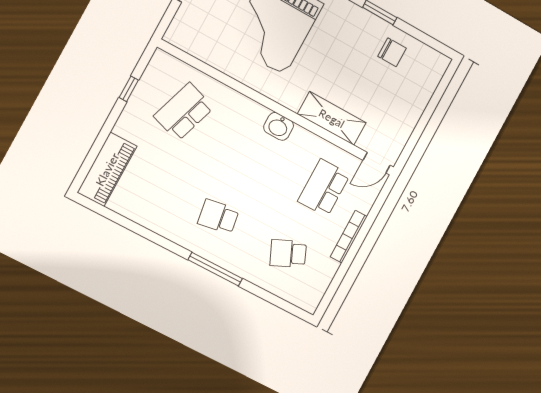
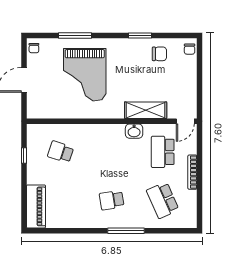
chair: (435, 69) -> (190, 49), added
school desk: (184, 112) -> (61, 152), width x0.54
washbasin: (279, 126) -> (134, 131), moved
school desk: (288, 254) -> (163, 200), width x1.85

